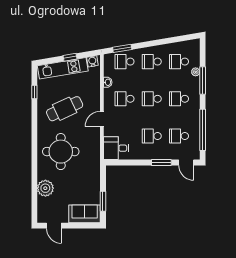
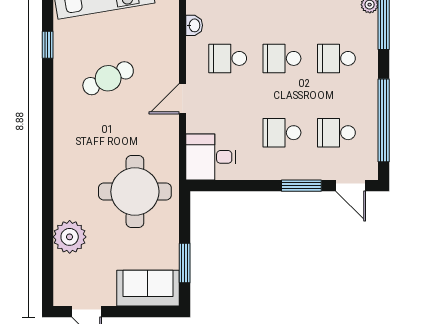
cafe table: (65, 109) -> (108, 78), width x0.73, depth x0.74
round table: (61, 152) -> (135, 192), moved

